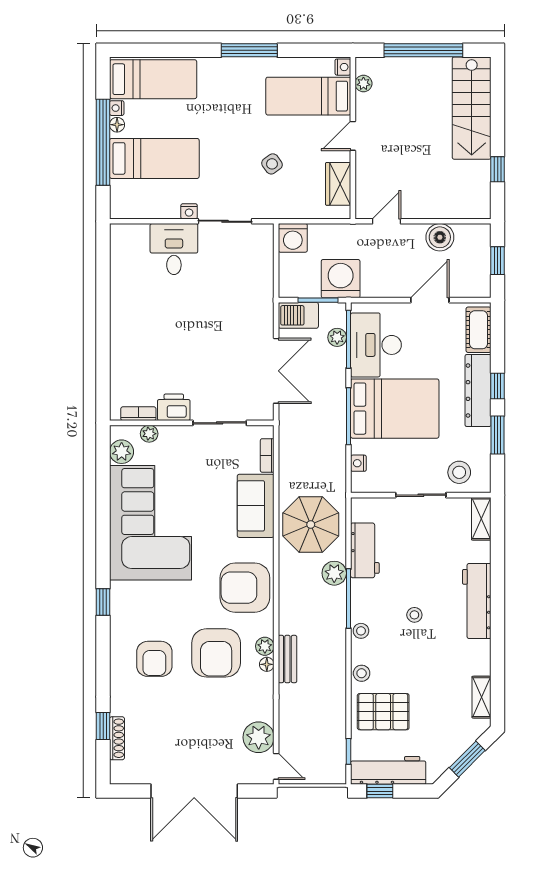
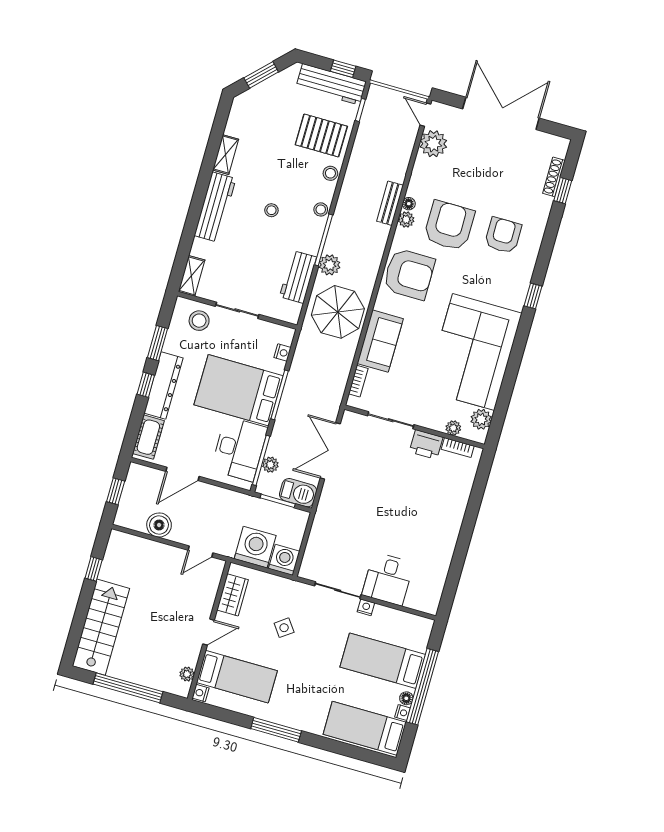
washing machine: (341, 279) -> (255, 547), moved, turned 180
shelving: (482, 697) -> (226, 155), moved

